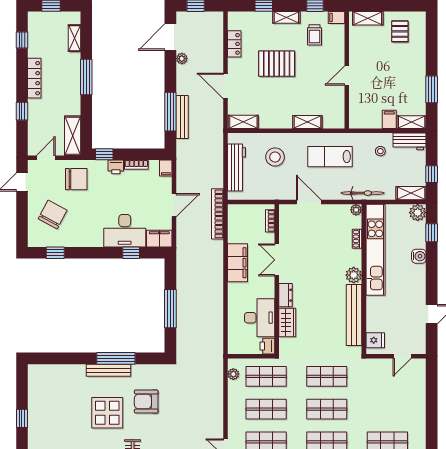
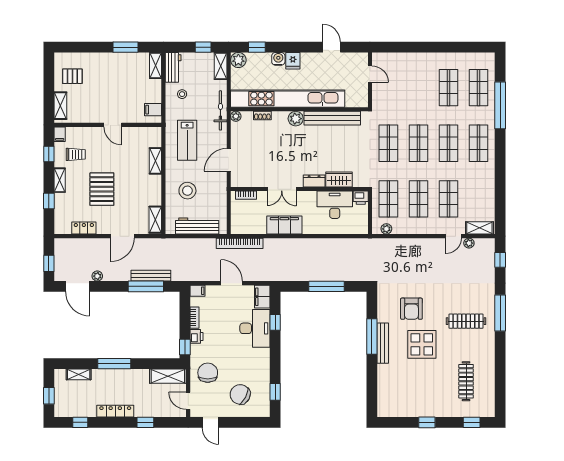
filing cabinet: (389, 119) -> (153, 110), moved
kitchen unit: (375, 250) -> (288, 99), width x1.36
fridge: (375, 340) -> (293, 61), moved, turned 180

